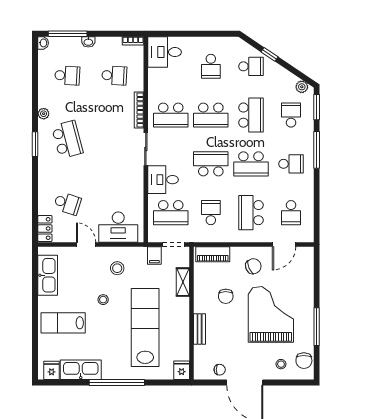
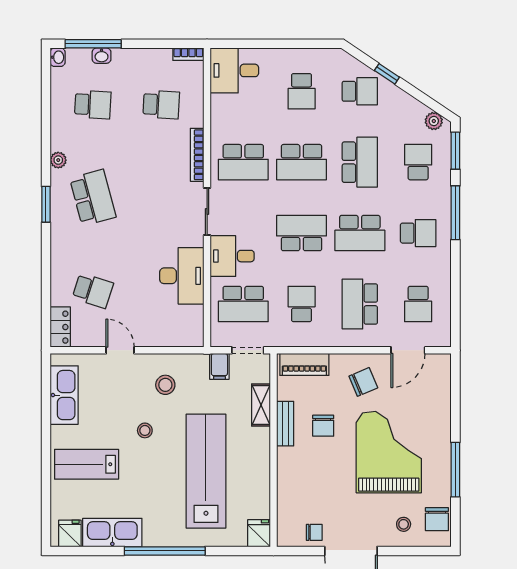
washbasin: (88, 42) -> (102, 56), moved
desk: (118, 227) -> (182, 276), moved, turned -90
bench: (200, 329) -> (285, 424), moved

